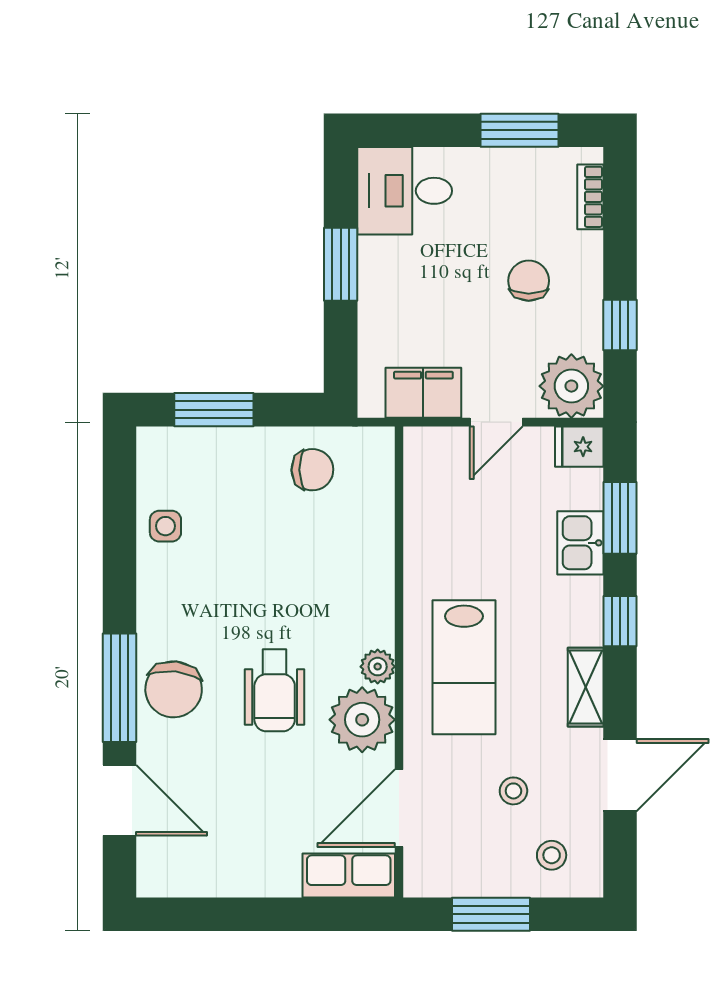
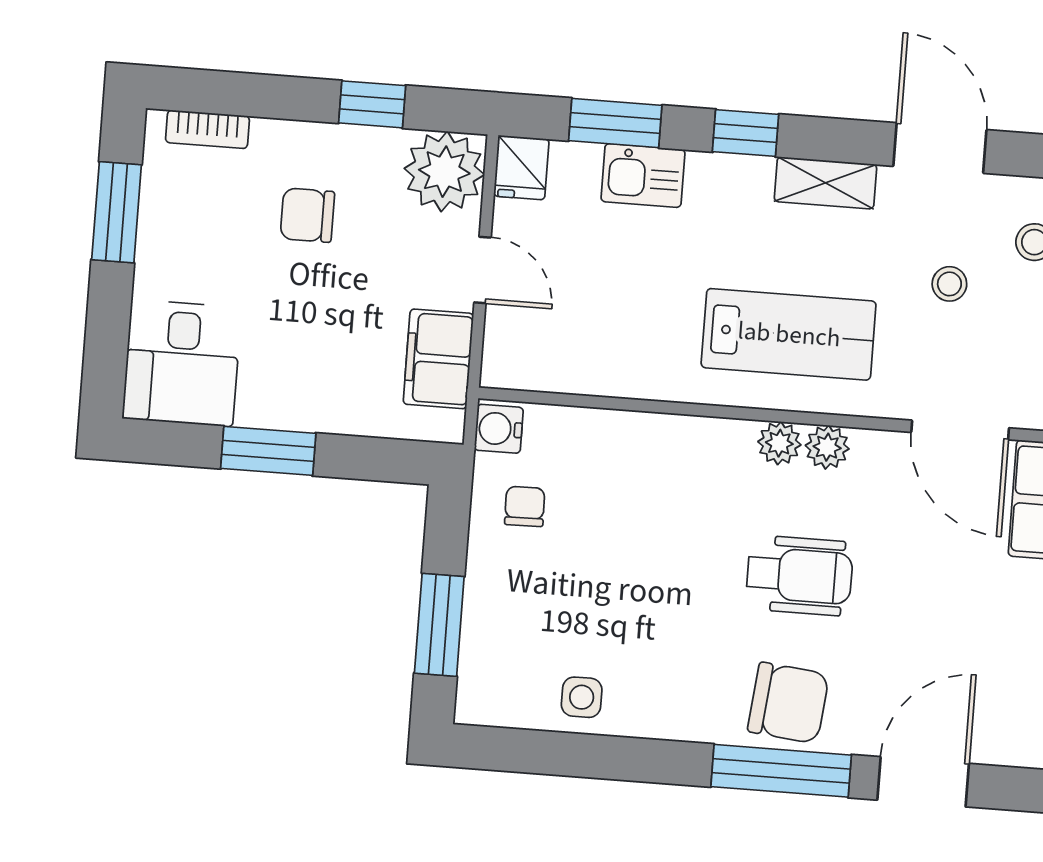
water cooler: (372, 445) -> (499, 429), added
chair: (312, 470) -> (525, 506), width x0.73, depth x0.73
plant: (362, 720) -> (827, 447), width x0.53, depth x0.53

